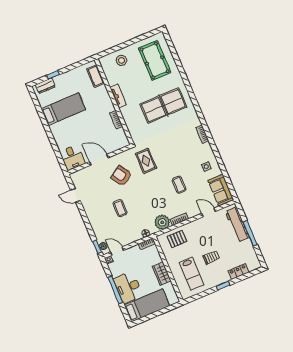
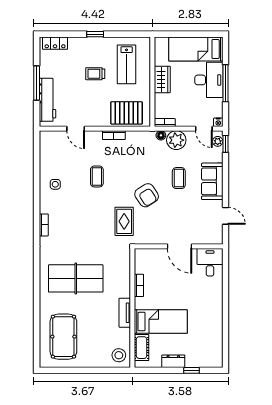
stool: (121, 60) -> (119, 355), moved
dresser: (45, 86) -> (173, 361), moved
bed: (63, 109) -> (161, 321), moved, turned 180
armchair: (121, 176) -> (147, 195), moved
sofa: (221, 190) -> (212, 181), moved, turned 180
plant: (162, 222) -> (176, 140), moved
pallet: (177, 239) -> (127, 113), width x1.50, depth x1.42
locker: (239, 272) -> (55, 43), moved
lab bench: (192, 274) -> (127, 64), turned 180

